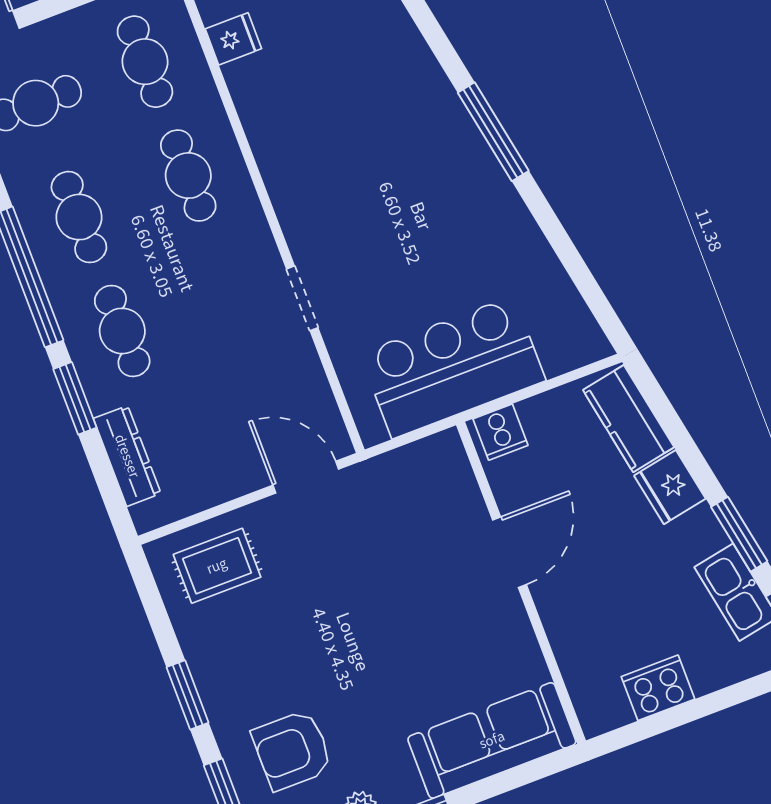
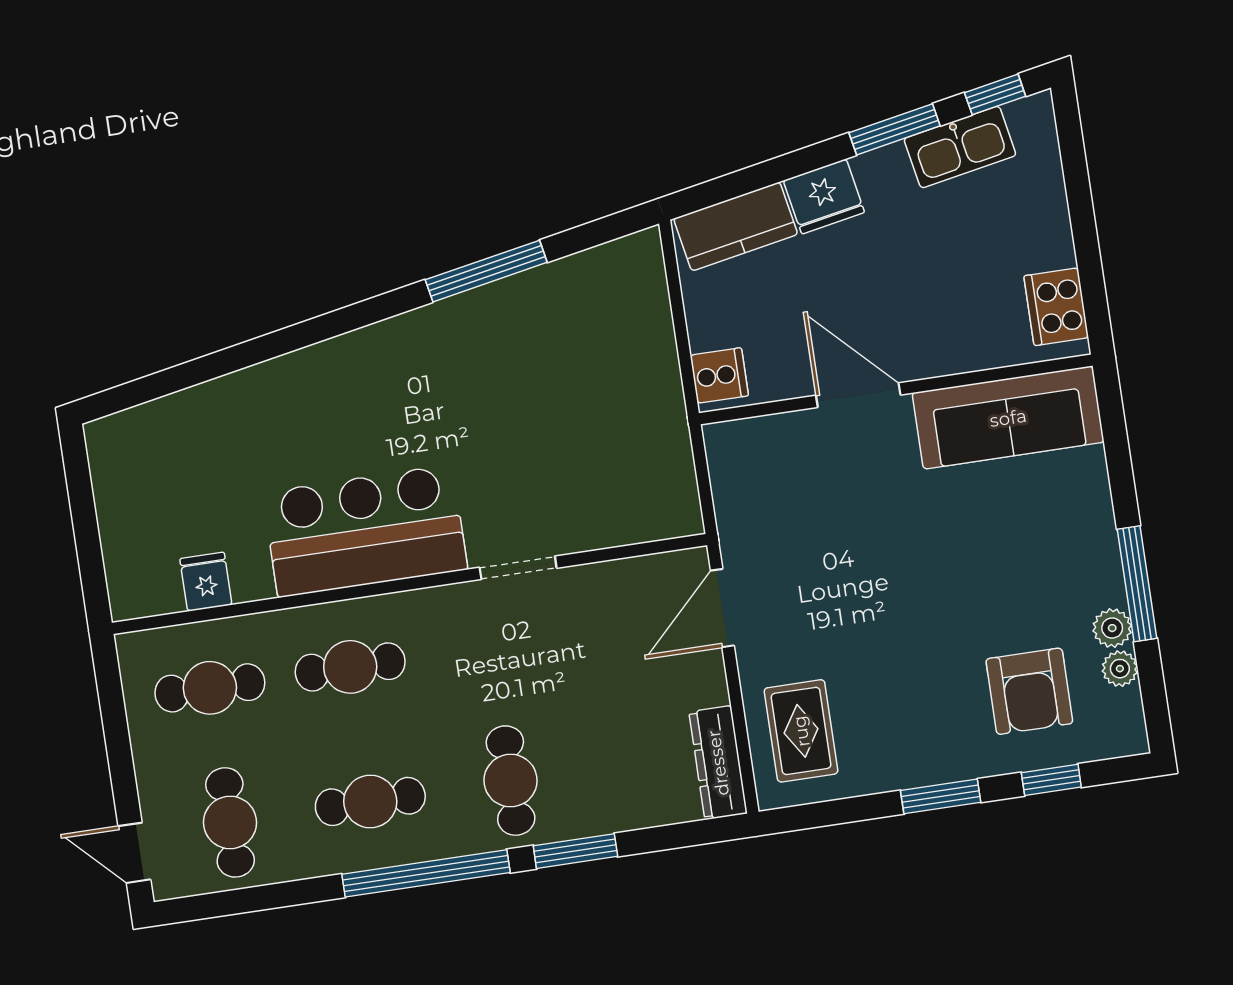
window: (493, 132) -> (486, 271), moved
cafe table: (122, 331) -> (511, 781), turned 90
bar counter: (453, 367) -> (365, 531), moved, turned 90
dresser: (127, 456) -> (718, 763), moved, turned -90
cooker: (658, 688) -> (1056, 307), moved
sofa: (492, 740) -> (1008, 418), moved, turned -90

